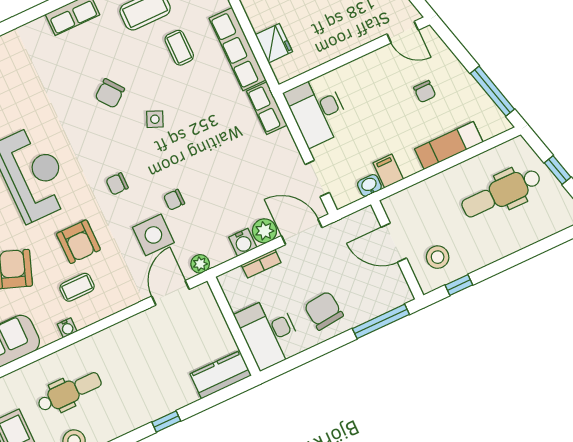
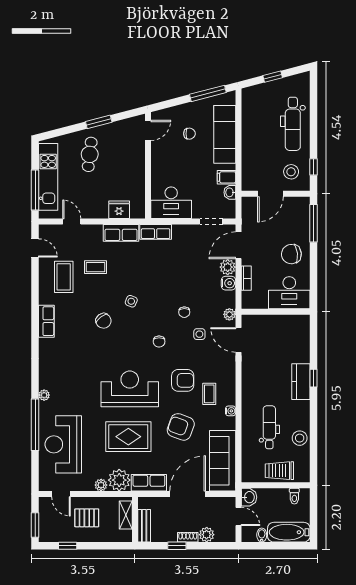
row of seats: (238, 49) -> (121, 233), width x0.68
exam couch: (449, 146) -> (225, 134), width x1.36, depth x1.45
dental chair: (501, 193) -> (293, 124), moved
side table: (153, 235) -> (199, 334), width x0.54, depth x0.54
kitchen counter: (221, 375) -> (301, 382), moved

